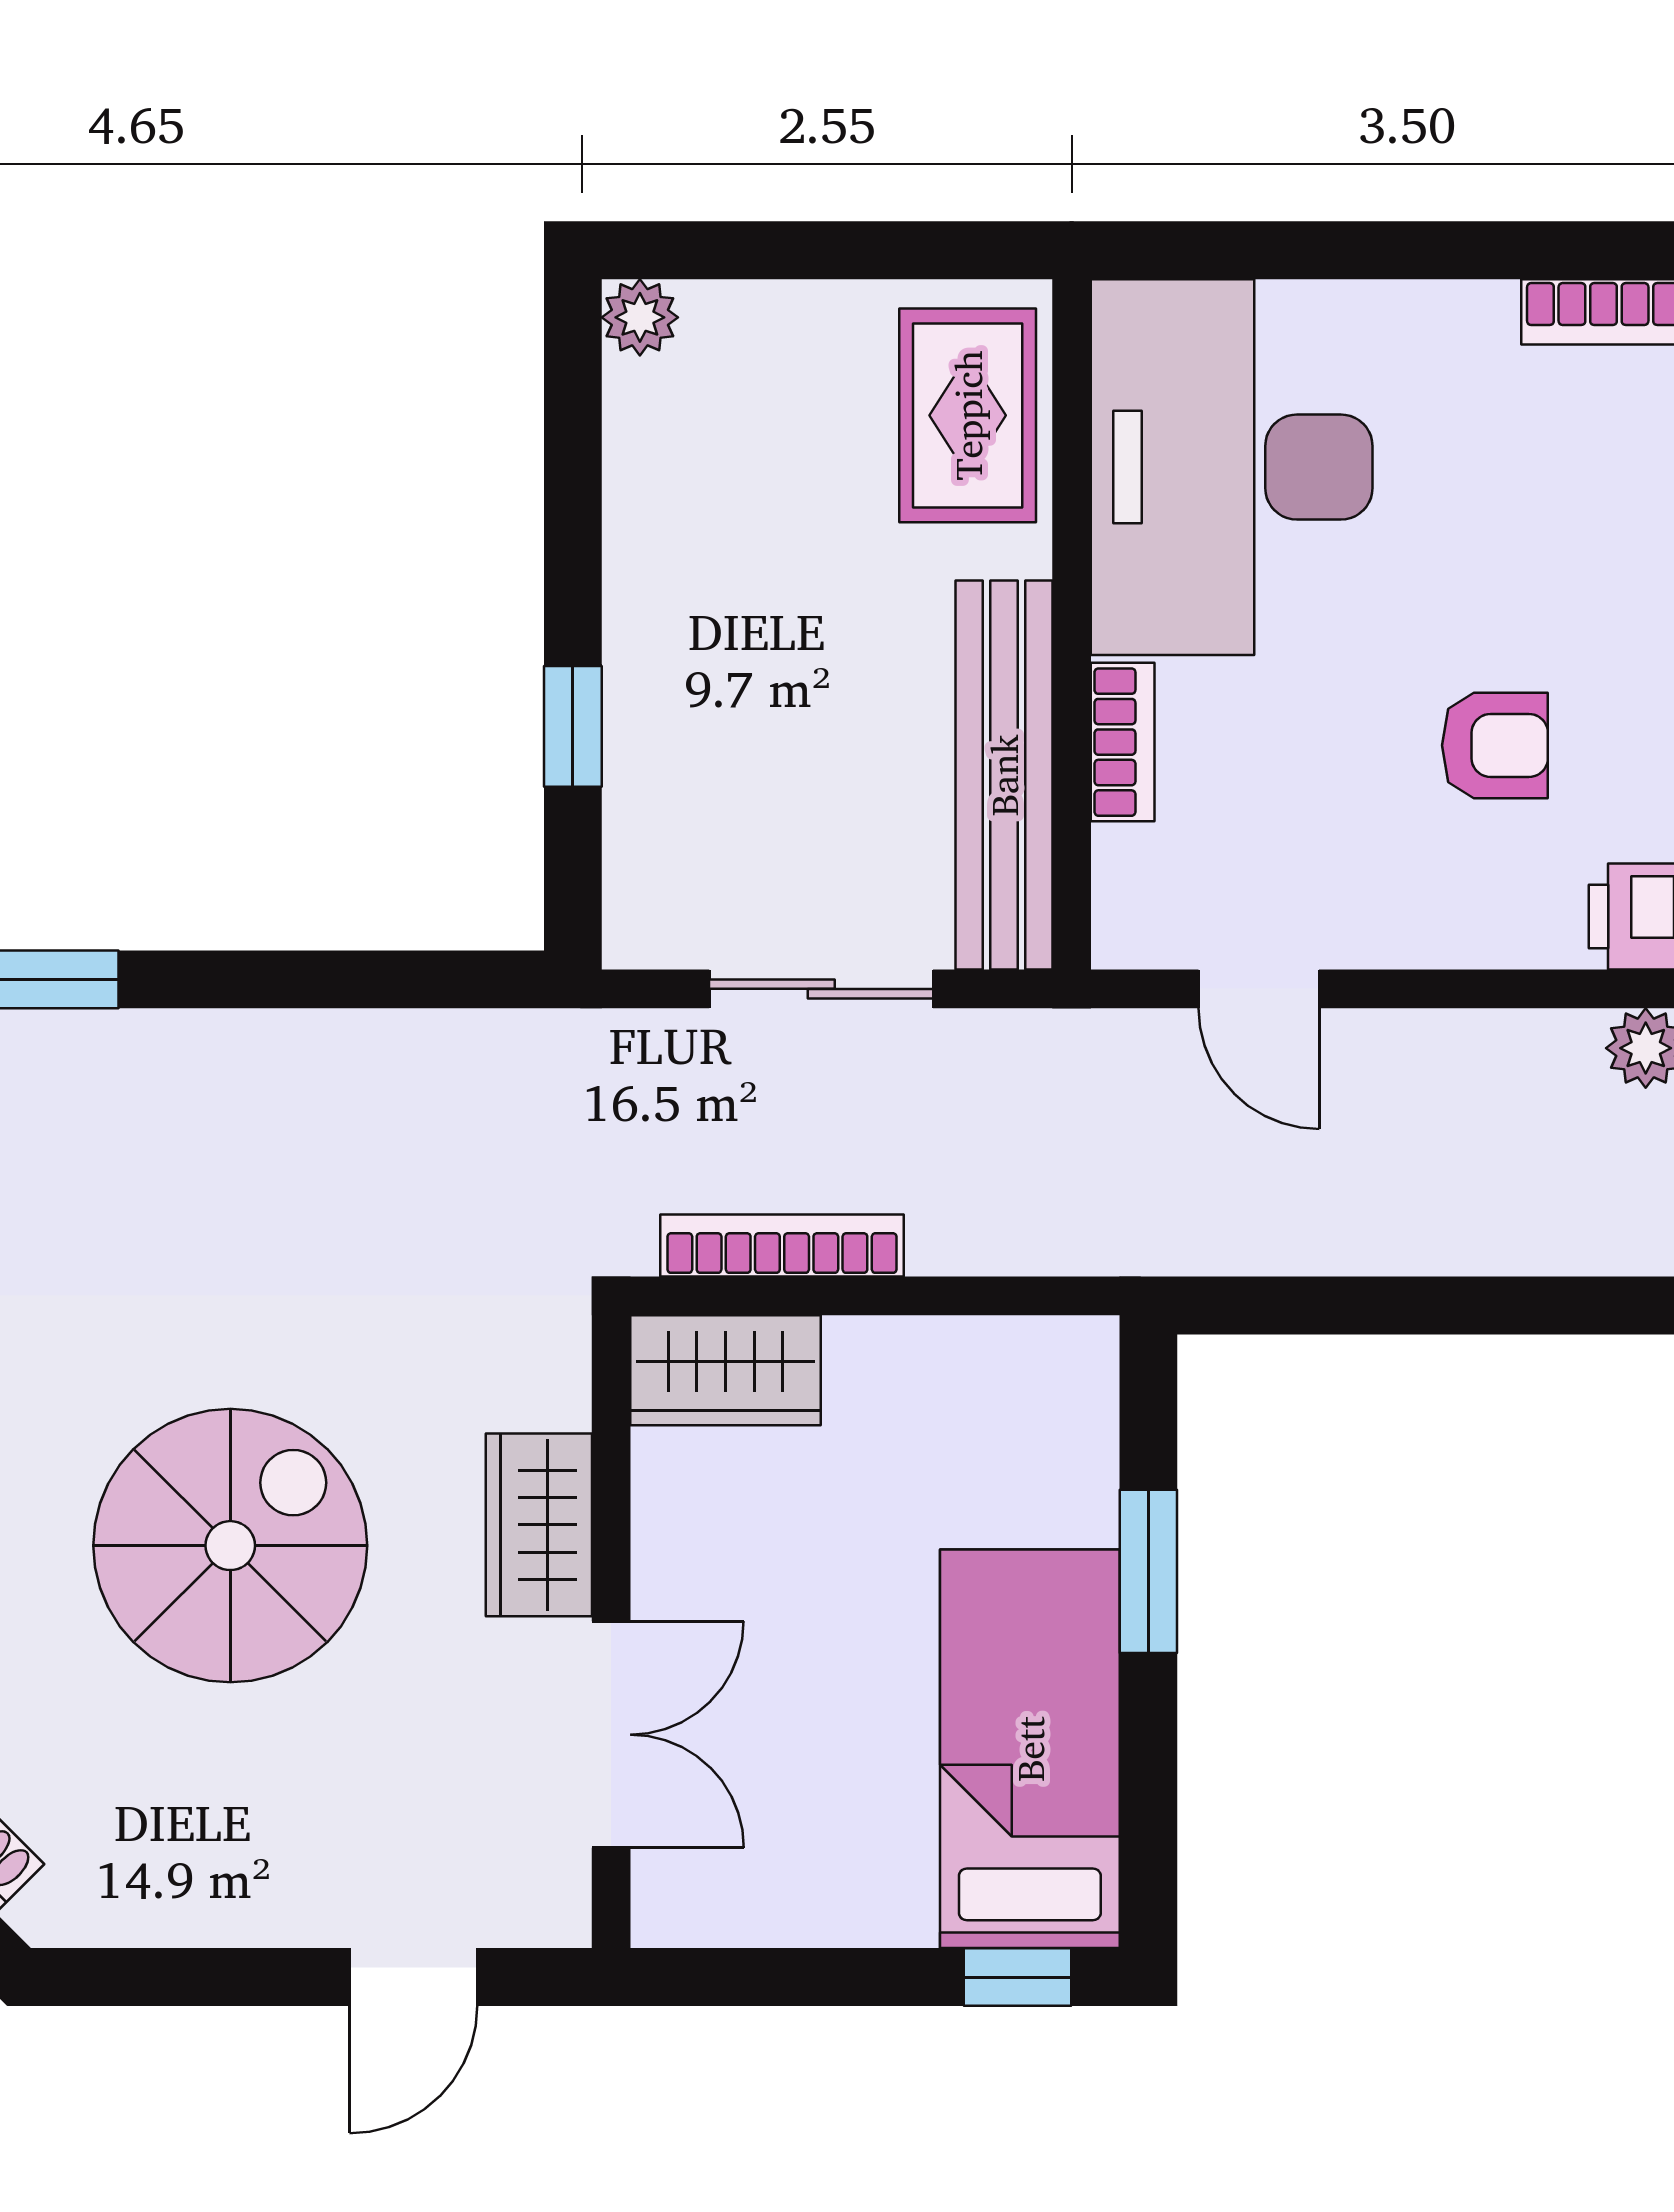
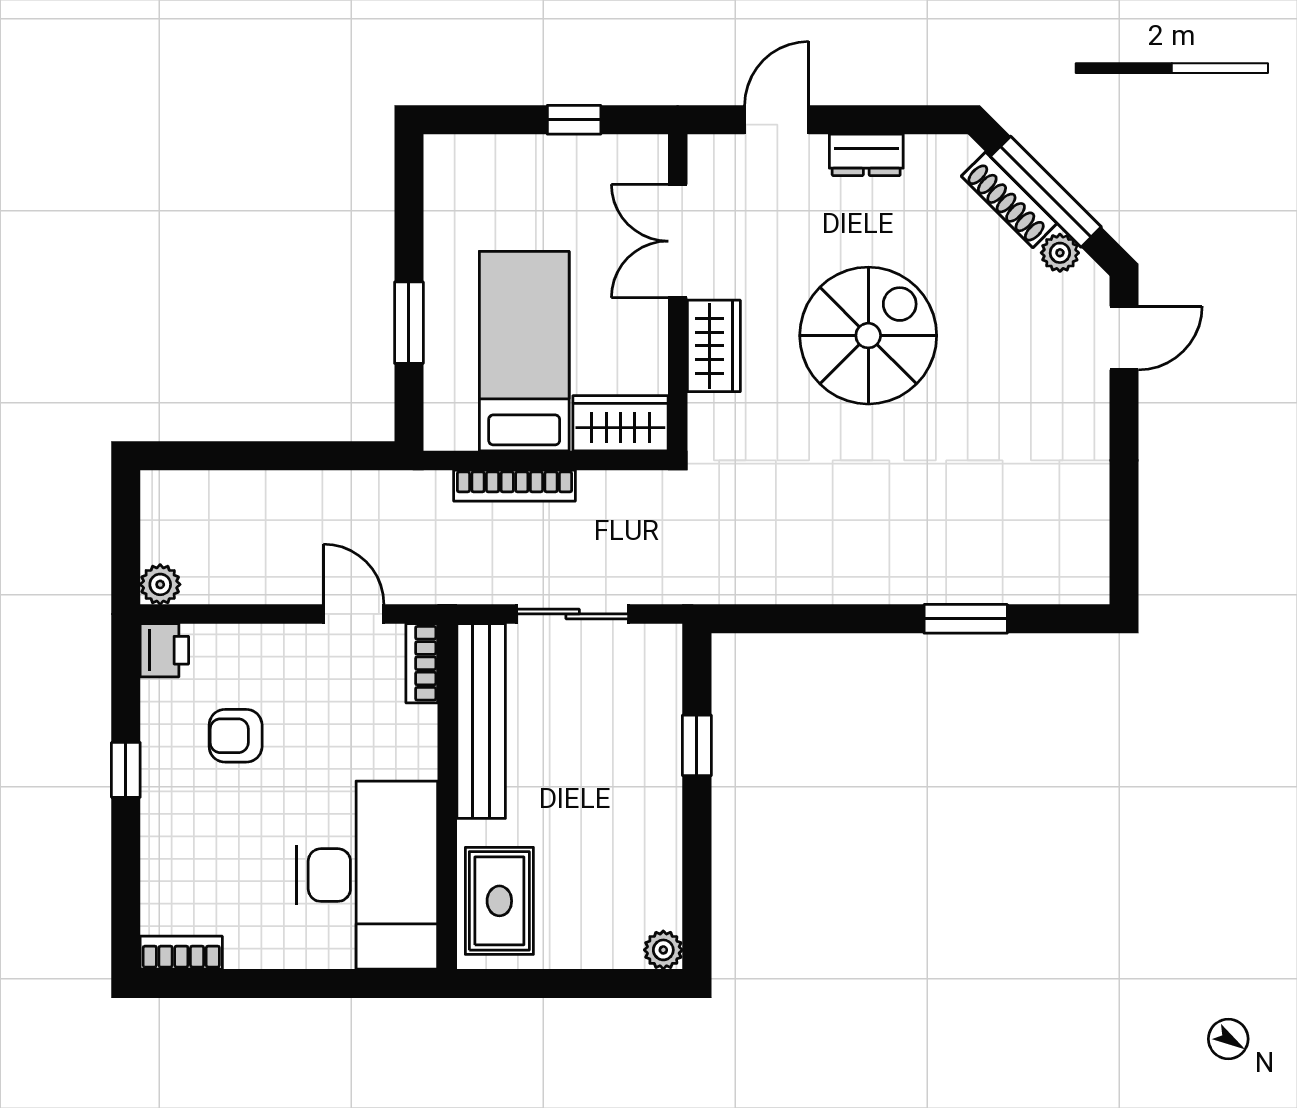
bookcase: (1123, 742) -> (422, 663), moved
bookcase: (782, 1246) -> (514, 486), moved
spiral stairs: (230, 1546) -> (868, 336), turned 180
bed: (1030, 1749) -> (524, 351), moved, turned 180
dresser: (234, 1907) -> (866, 155), added
window: (1018, 1977) -> (574, 120), moved

